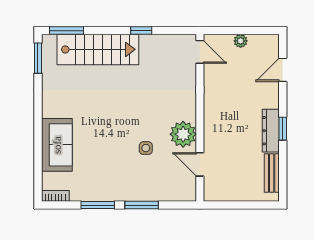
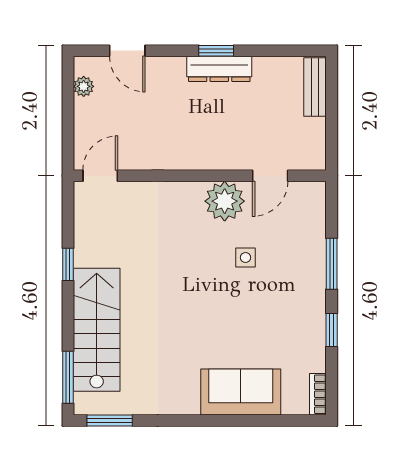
plant: (241, 41) -> (84, 86), moved
bench: (272, 173) -> (315, 87), moved, turned 90
window: (98, 205) -> (332, 330), width x0.67

